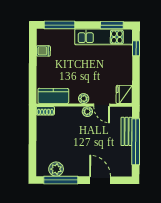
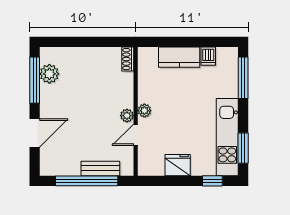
fridge: (124, 94) -> (178, 165), moved
kitchen counter: (53, 96) -> (179, 57), moved, turned 90

